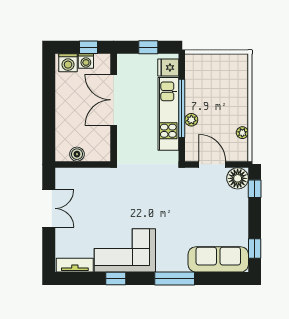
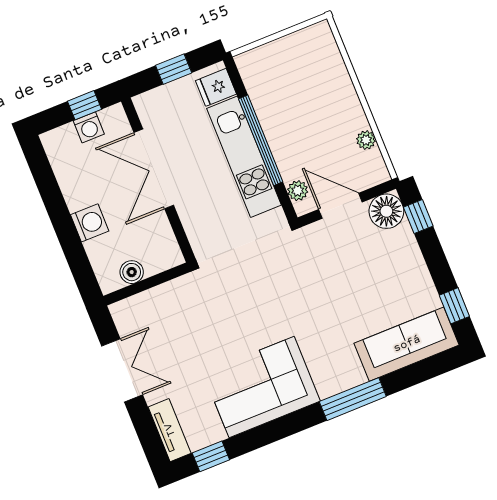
washing machine: (68, 63) -> (90, 223), moved, turned -90
plant: (191, 120) -> (298, 191), moved
tv unit: (75, 265) -> (170, 430), moved, turned 90
window: (116, 279) -> (211, 456), moved

